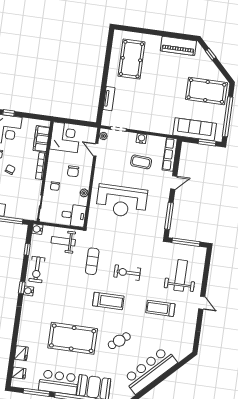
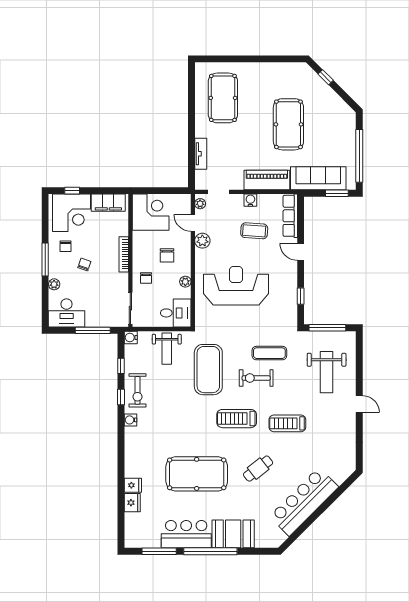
piano: (178, 46) -> (267, 180), moved, turned 180
pool table: (206, 91) -> (288, 124), moved, turned 90
filing cabinet: (41, 139) -> (108, 203), moved, turned -90
plant: (101, 164) -> (202, 241), added
door: (174, 183) -> (301, 252), swing flipped
reception desk: (122, 201) -> (236, 286), turned 180
window: (169, 216) -> (301, 296), width x0.46
weight bench: (63, 241) -> (167, 349), turned -90
exercise mat: (140, 255) -> (269, 353), added
exercise mat: (92, 261) -> (208, 370), width x2.00, depth x1.45
weight bench: (181, 275) -> (327, 372), turned 180
window: (22, 288) -> (121, 397), moved
treadmill: (108, 301) -> (237, 419), turned 180
treadmill: (160, 308) -> (287, 423), moved
fridge: (19, 373) -> (133, 485), moved

